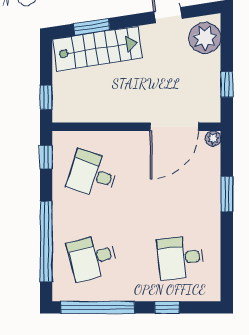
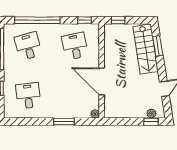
plant: (205, 38) -> (152, 114), width x0.53, depth x0.53
window: (227, 84) -> (151, 122), moved
door: (174, 127) -> (102, 81), moved
desk: (92, 174) -> (75, 46), turned -30

